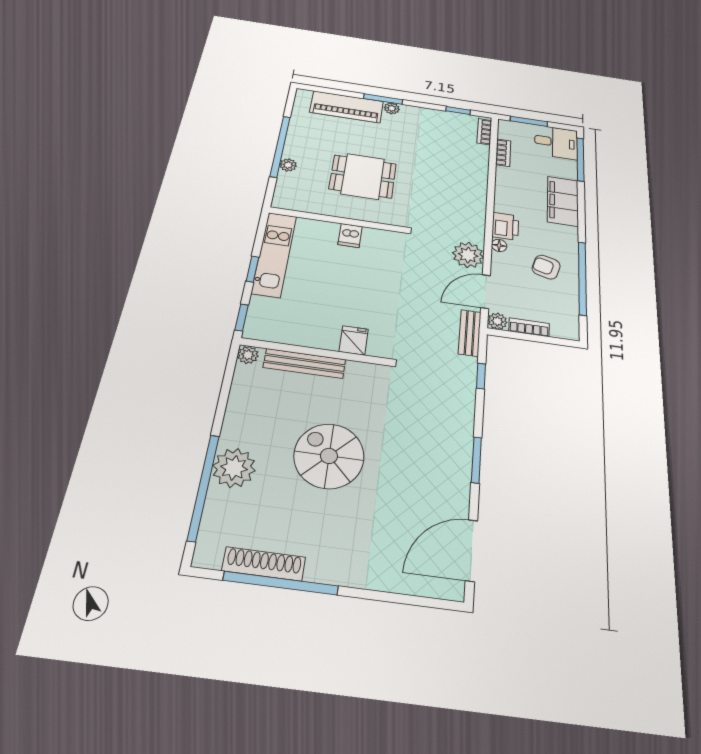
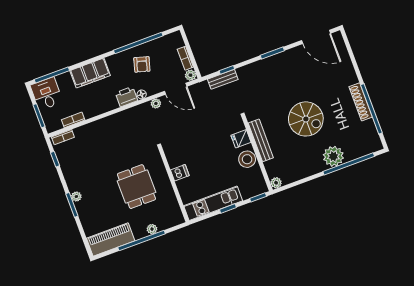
piano: (347, 107) -> (111, 239), moved, turned -90
plant: (468, 255) -> (156, 104), width x0.53, depth x0.53
stool: (314, 333) -> (247, 159), added
bench: (470, 333) -> (223, 79), moved
bench: (305, 363) -> (261, 140), moved
spiral stairs: (329, 456) -> (306, 119), turned -90
shoe rack: (264, 564) -> (361, 102), moved

